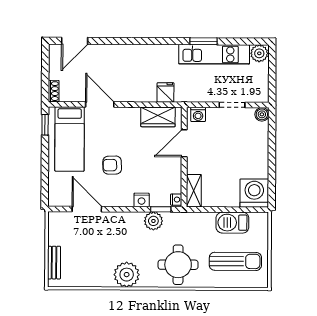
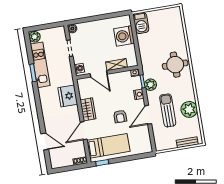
door: (75, 41) -> (45, 142), moved
fridge: (165, 92) -> (68, 96), width x1.88, depth x1.34
wardrobe: (158, 117) -> (88, 109), moved
shelving: (194, 191) -> (117, 65), moved
washing machine: (254, 193) -> (124, 36), moved
door: (87, 209) -> (148, 115), moved
barbecue: (232, 223) -> (141, 23), moved
sun lounger: (235, 261) -> (168, 110), moved
plant: (127, 275) -> (189, 109), moved

